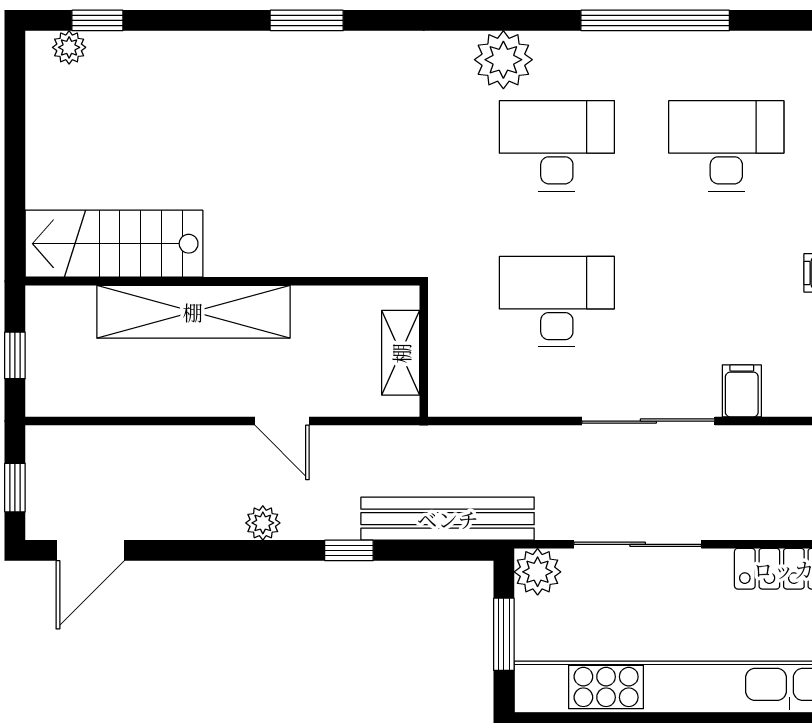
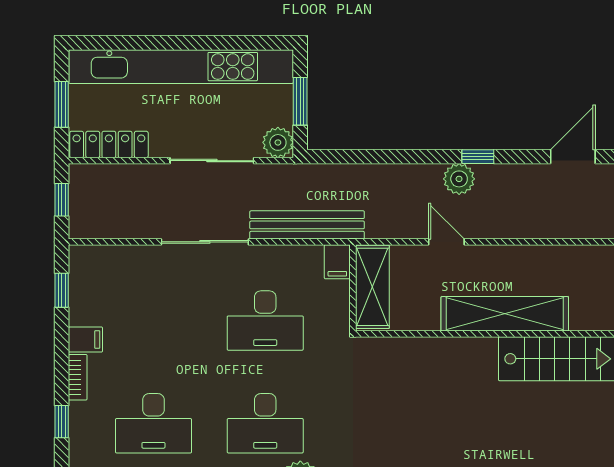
shelving: (401, 353) -> (372, 287), width x1.50, depth x1.33
filing cabinet: (742, 391) -> (337, 262), moved
bench: (448, 519) -> (307, 225), moved
plant: (263, 523) -> (459, 179), width x1.38, depth x1.38
window: (349, 550) -> (478, 157), moved

